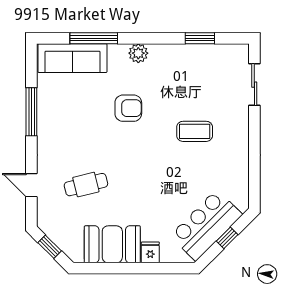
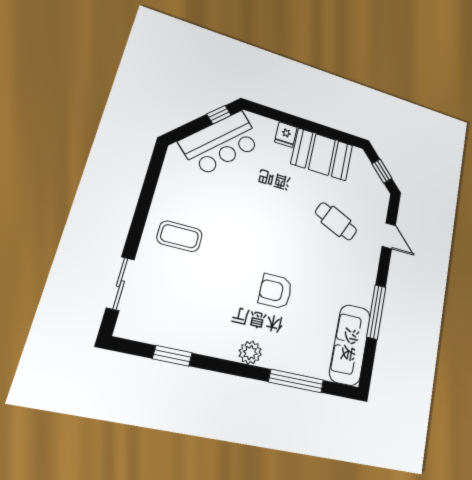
sofa: (72, 58) -> (350, 345), moved, turned -90
coffee table: (195, 131) -> (180, 236), moved
cafe table: (86, 185) -> (336, 221), turned 38
window: (227, 238) -> (219, 115), moved

